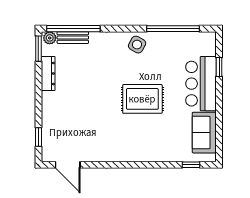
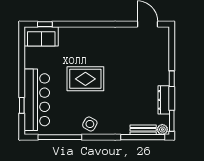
bar counter: (201, 84) -> (37, 100), width x1.36
sofa: (204, 133) -> (41, 36), moved, turned 90
window: (38, 137) -> (172, 79), moved

